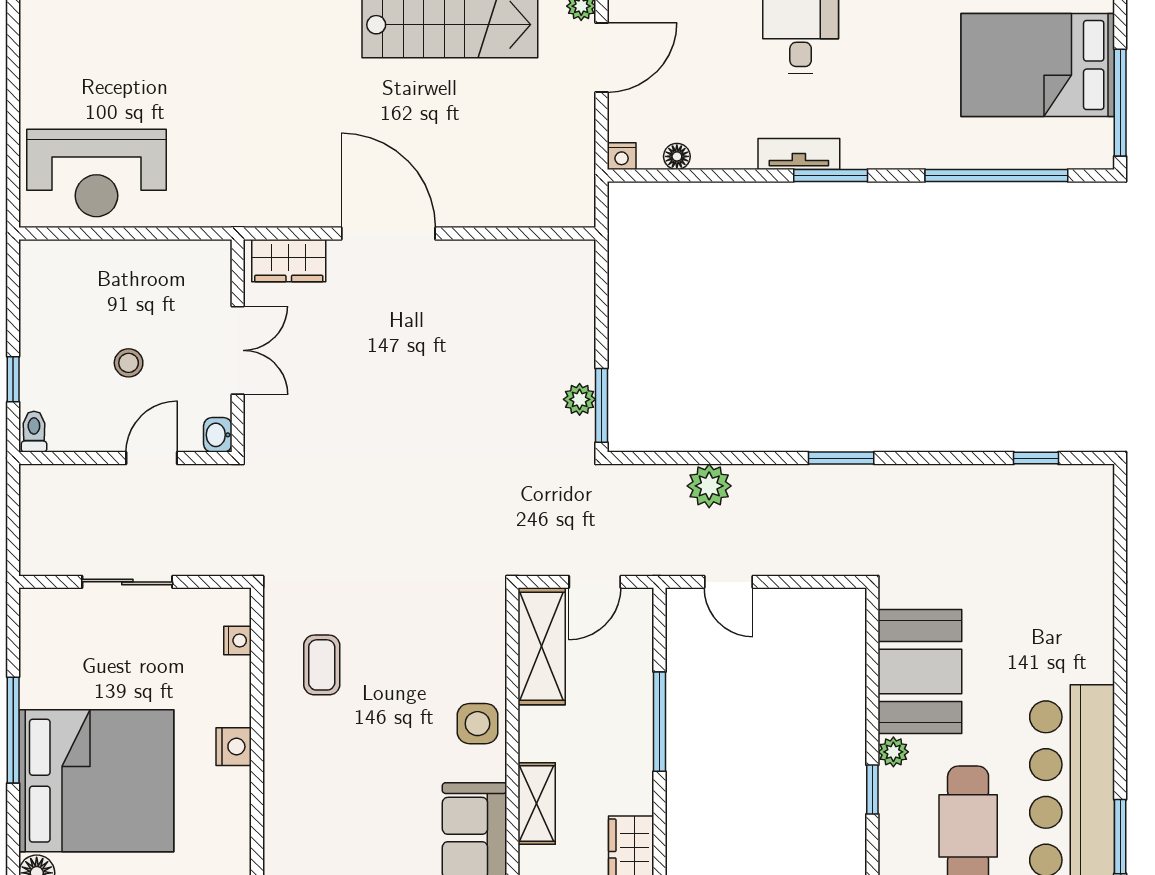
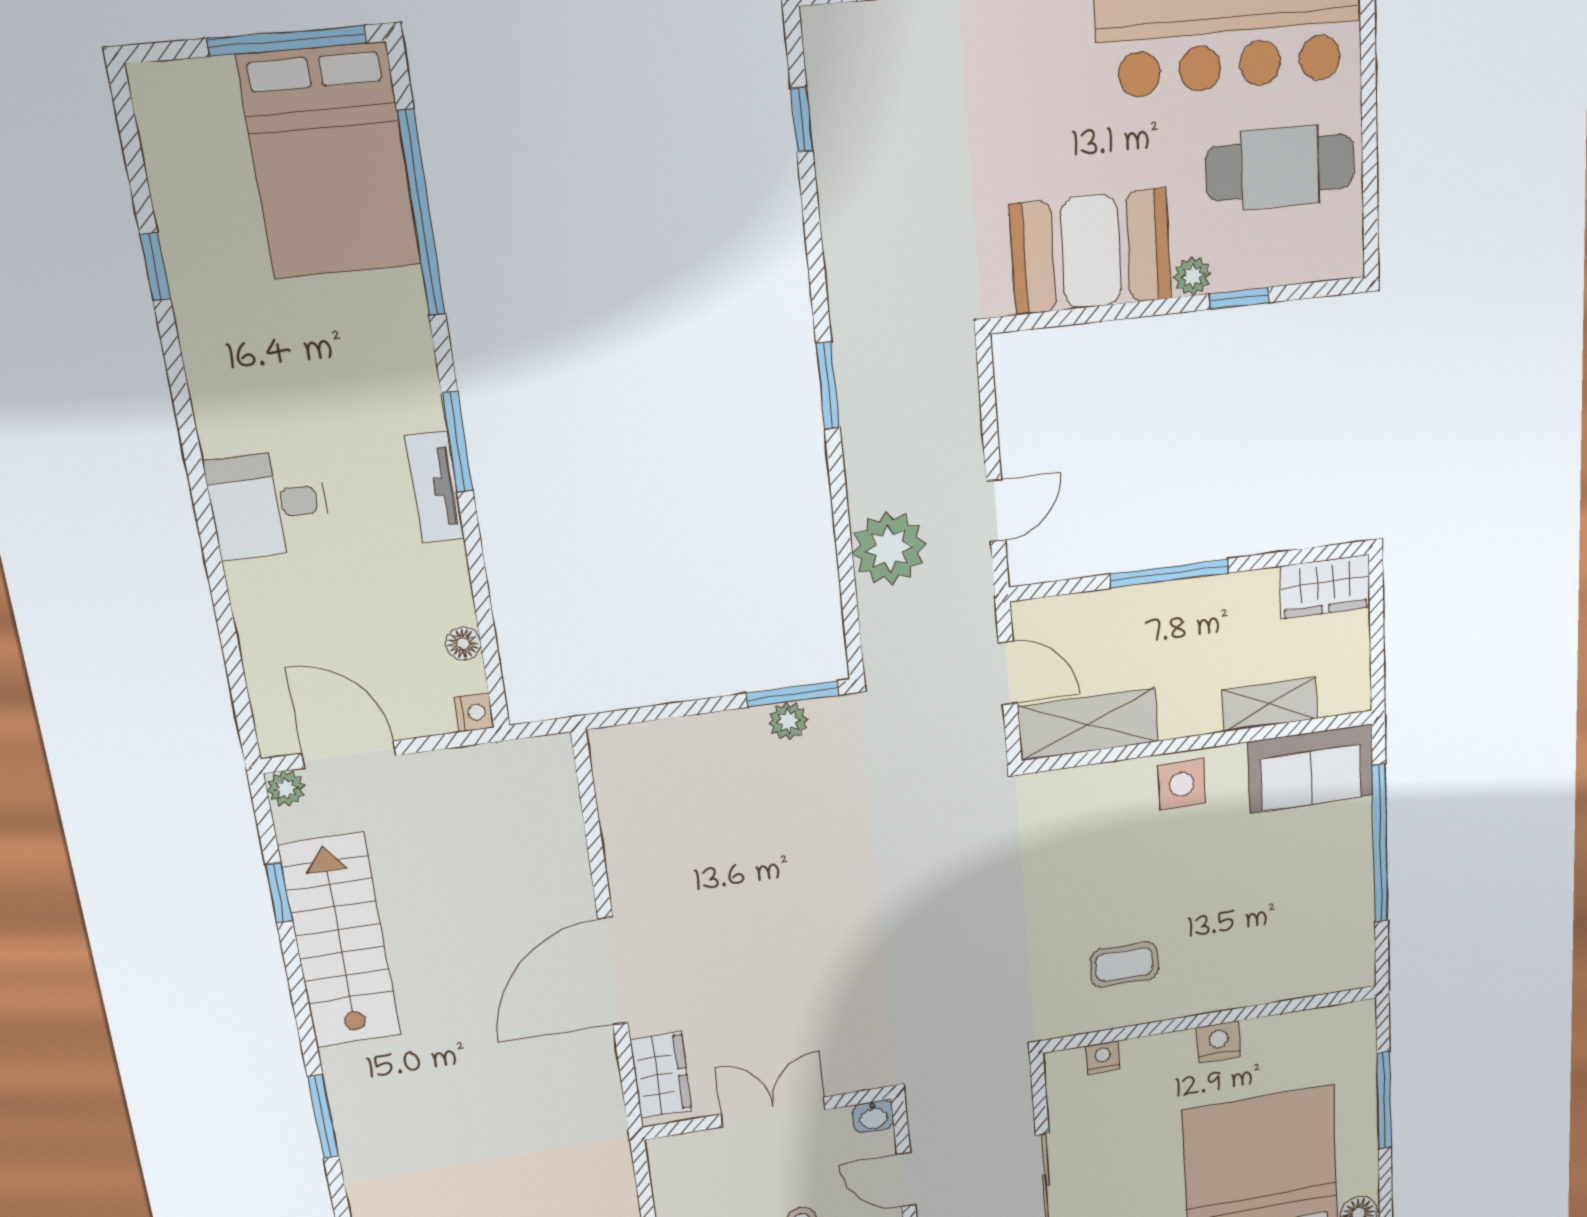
bed: (1038, 65) -> (330, 161), moved
plant: (709, 486) -> (889, 548), width x1.36, depth x1.36

